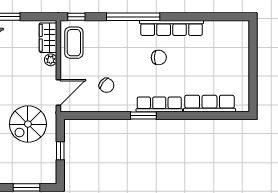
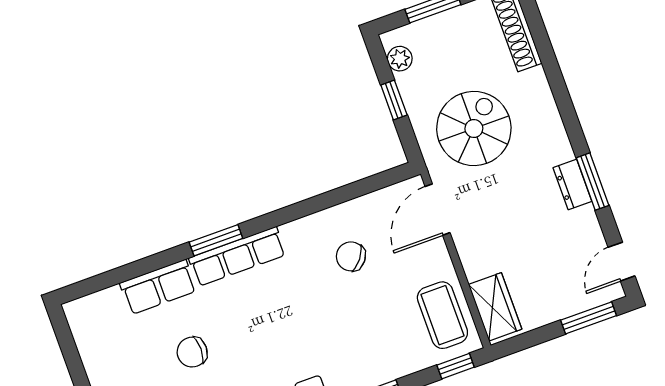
chair: (159, 57) -> (192, 352), moved
plant: (51, 60) -> (400, 59), moved
row of seats: (209, 103) -> (158, 287), width x0.68
window: (143, 115) -> (216, 240), moved

